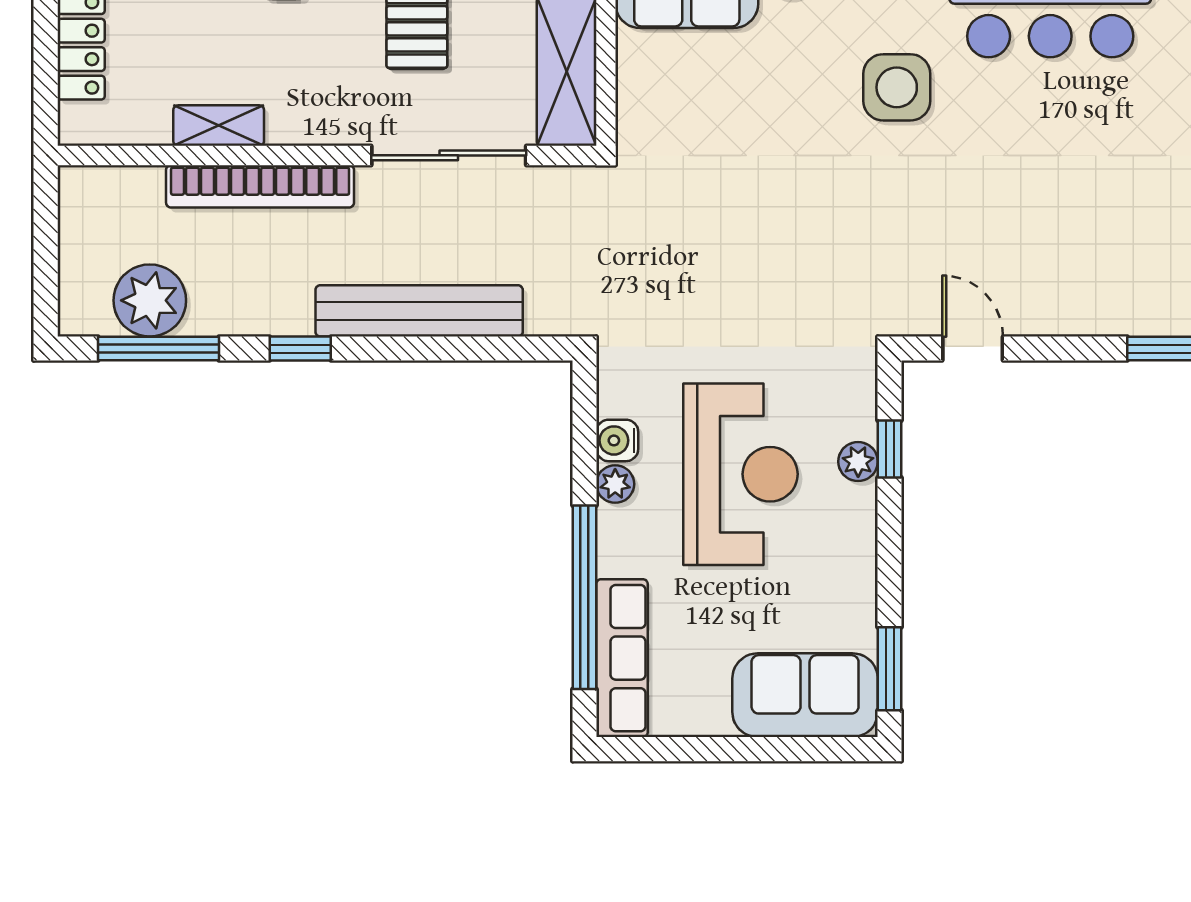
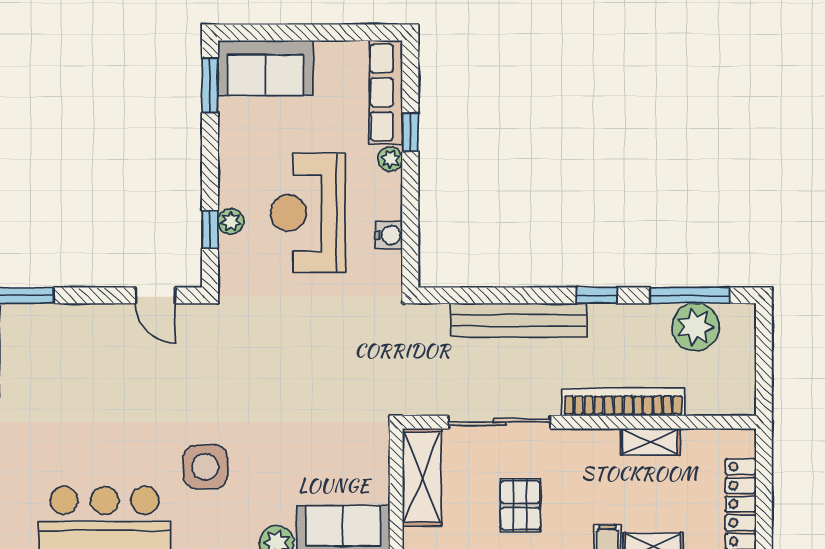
plant: (615, 484) -> (390, 159), moved
window: (584, 597) -> (410, 132), width x0.32

